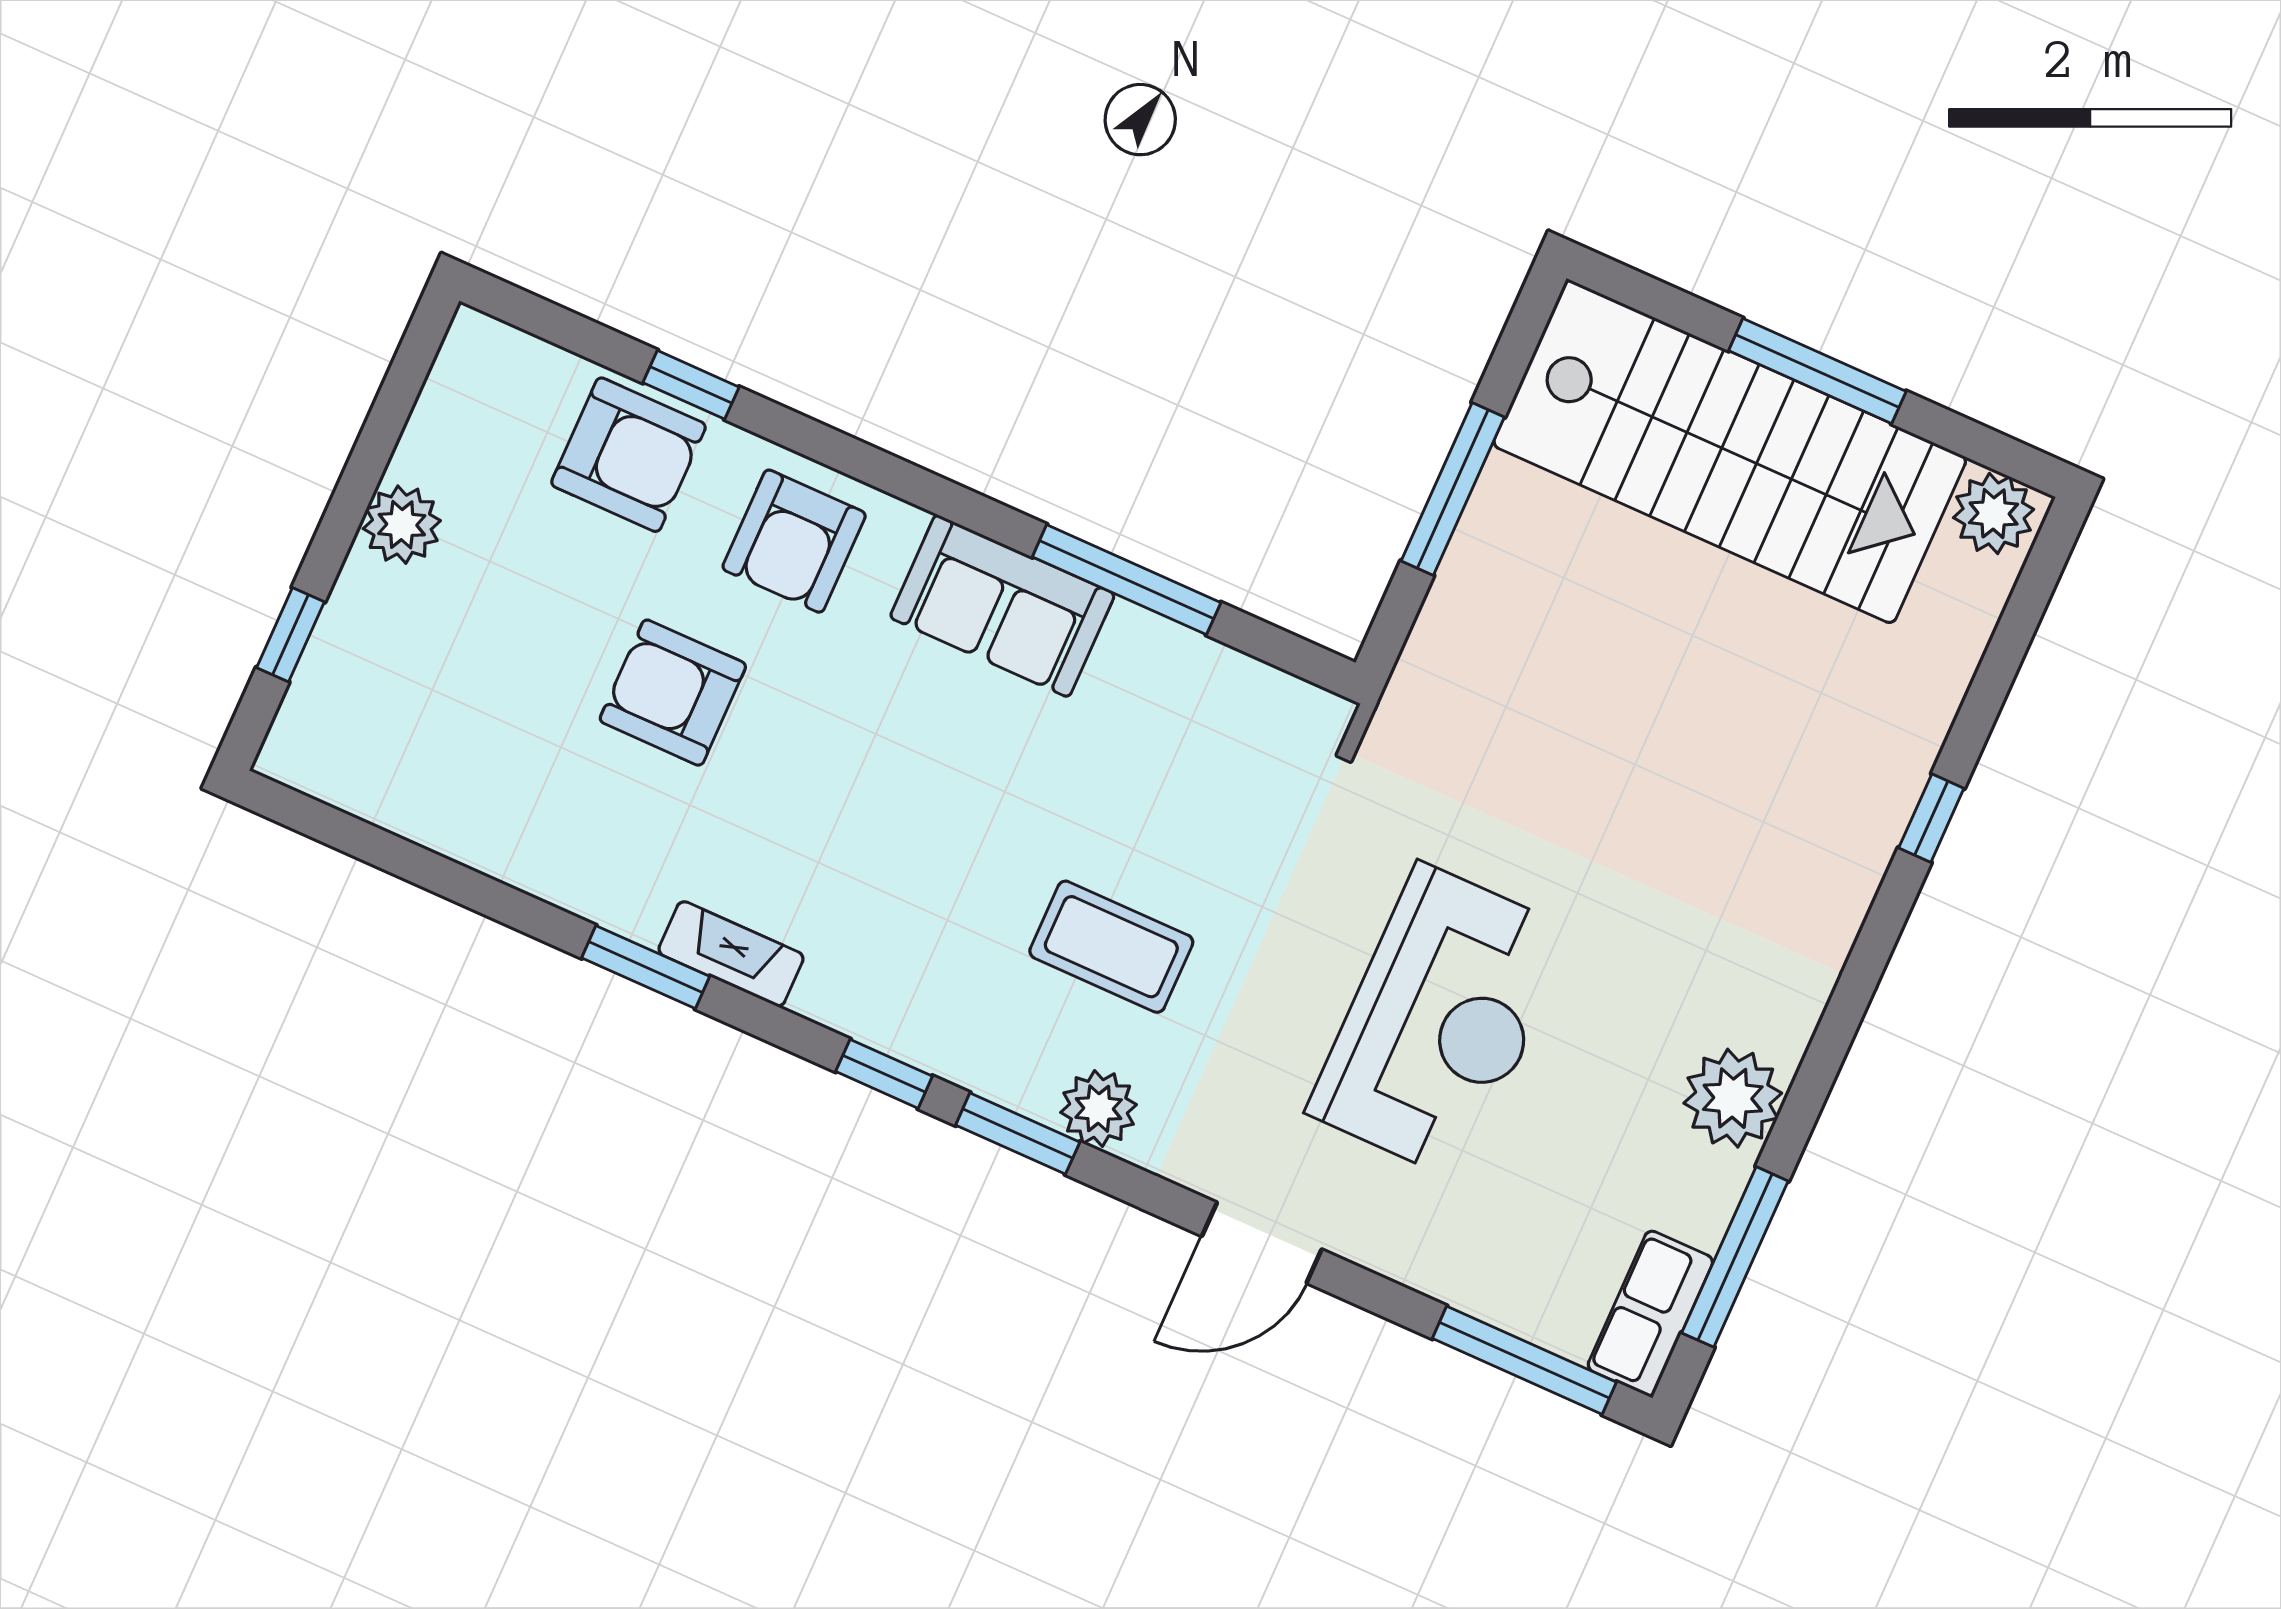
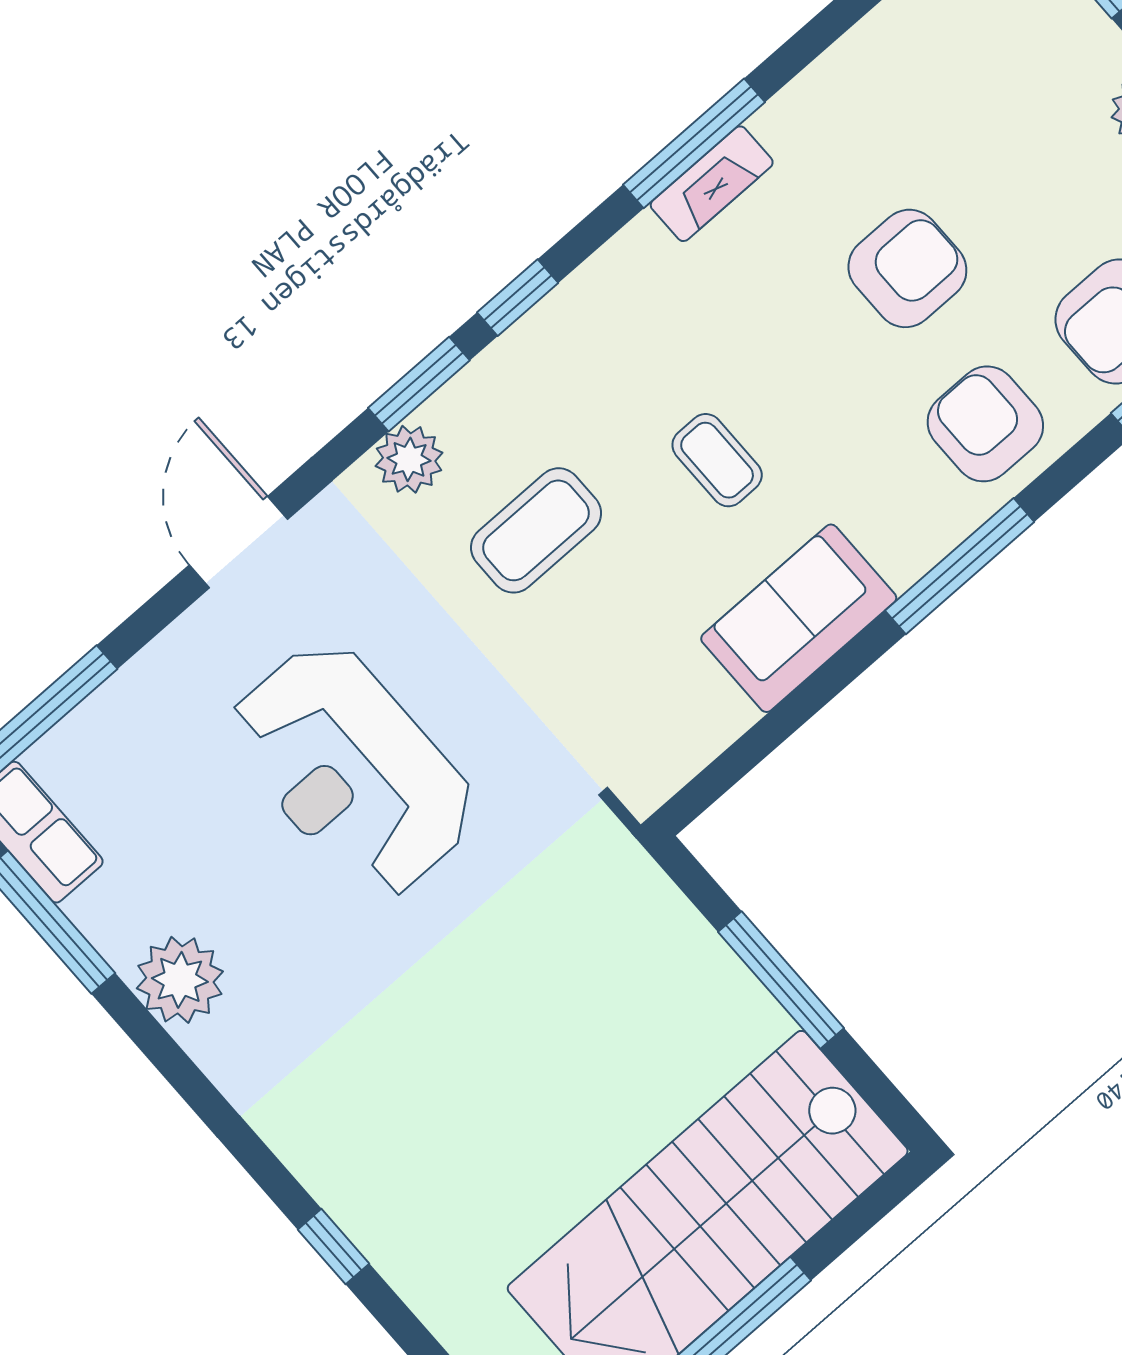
window: (1127, 580) -> (960, 566), moved
sofa: (1002, 606) -> (799, 618), moved
coffee table: (956, 796) -> (717, 460), added
fireplace: (731, 954) -> (712, 184), moved
window: (646, 967) -> (694, 143), width x1.44

